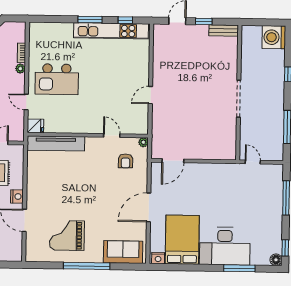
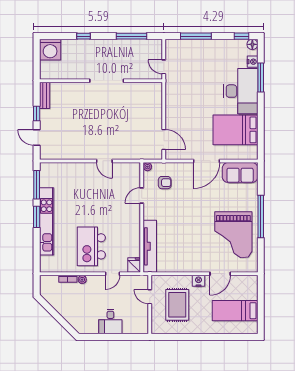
window: (125, 20) -> (37, 185), width x2.17
kitchen unit: (111, 31) -> (47, 221), moved
kitchen island: (57, 79) -> (91, 246), turned 180
door: (253, 162) -> (164, 67), hinge flipped
door: (149, 207) -> (207, 161), hinge flipped
grand piano: (67, 236) -> (233, 235), width x1.37, depth x1.48
sofa: (123, 252) -> (240, 173), moved, turned -90
nightstand: (158, 258) -> (253, 62), moved

